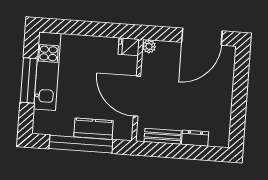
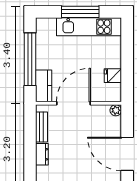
fridge: (129, 47) -> (113, 76), moved, turned -90
kitchen counter: (94, 129) -> (44, 86), moved

